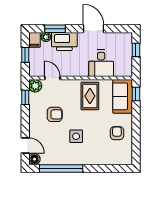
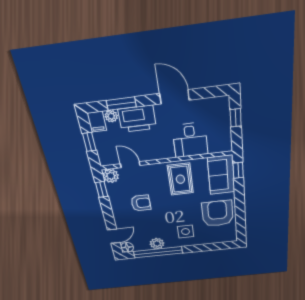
armchair: (117, 133) -> (217, 214), width x1.88, depth x1.88
side table: (76, 136) -> (186, 232), moved
door: (25, 145) -> (114, 236), hinge flipped
plant: (62, 158) -> (157, 244), added

